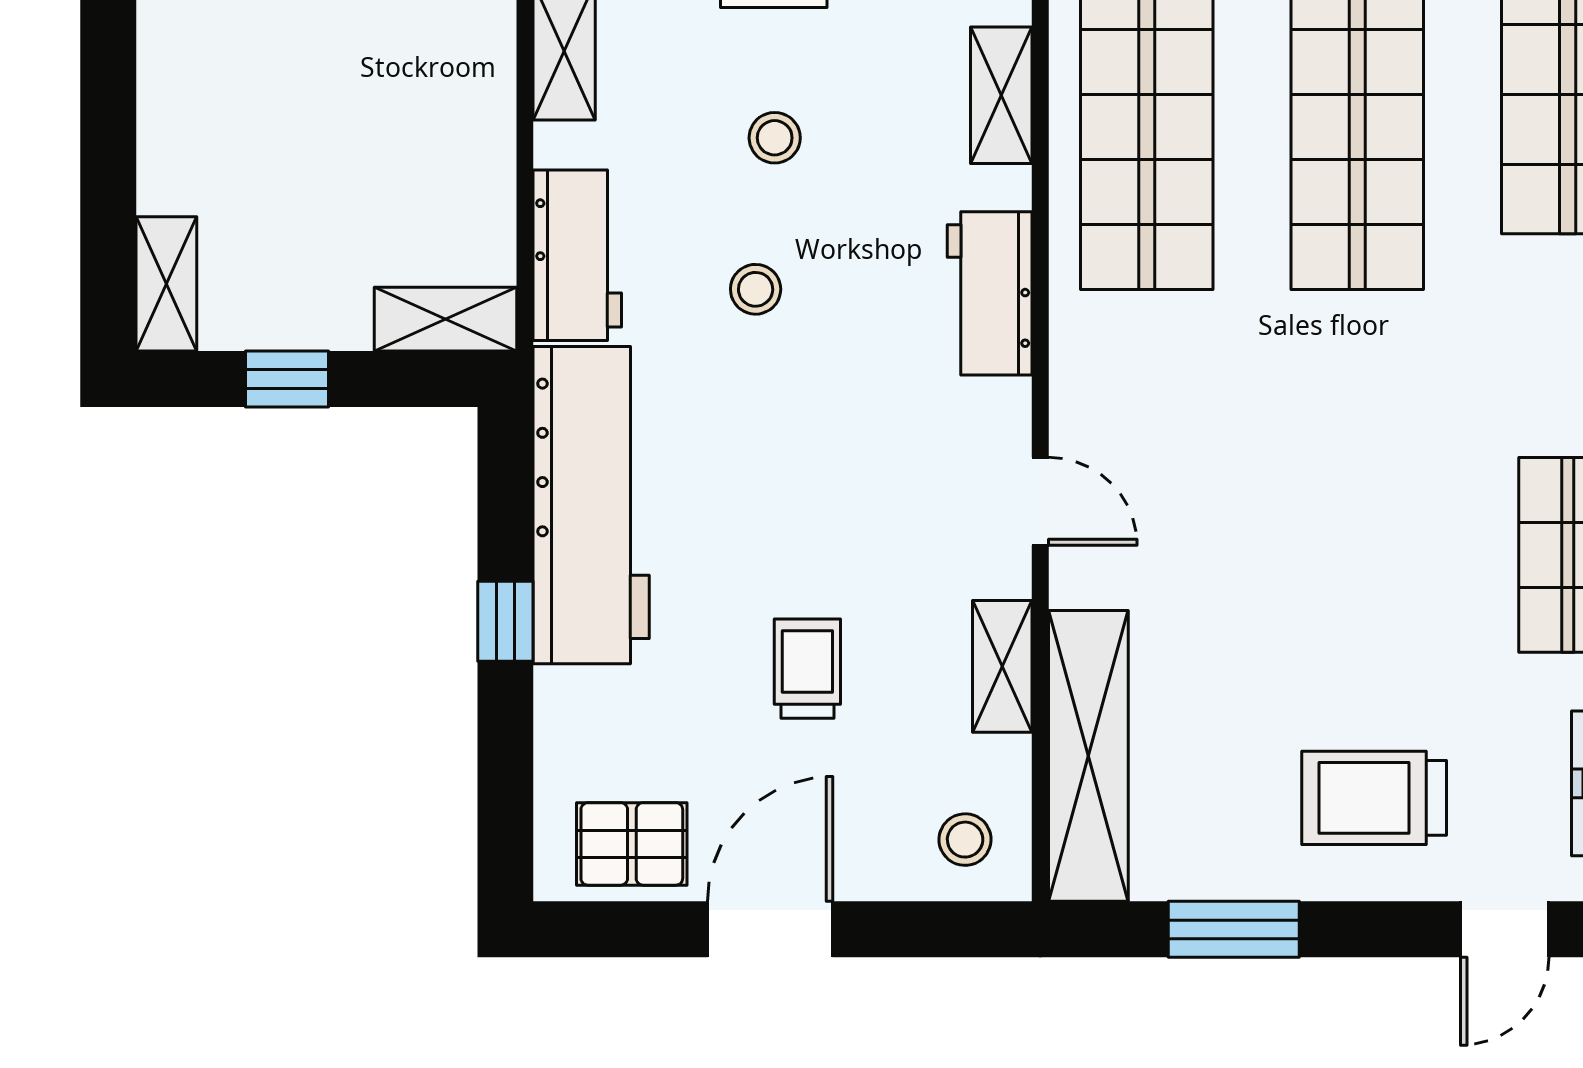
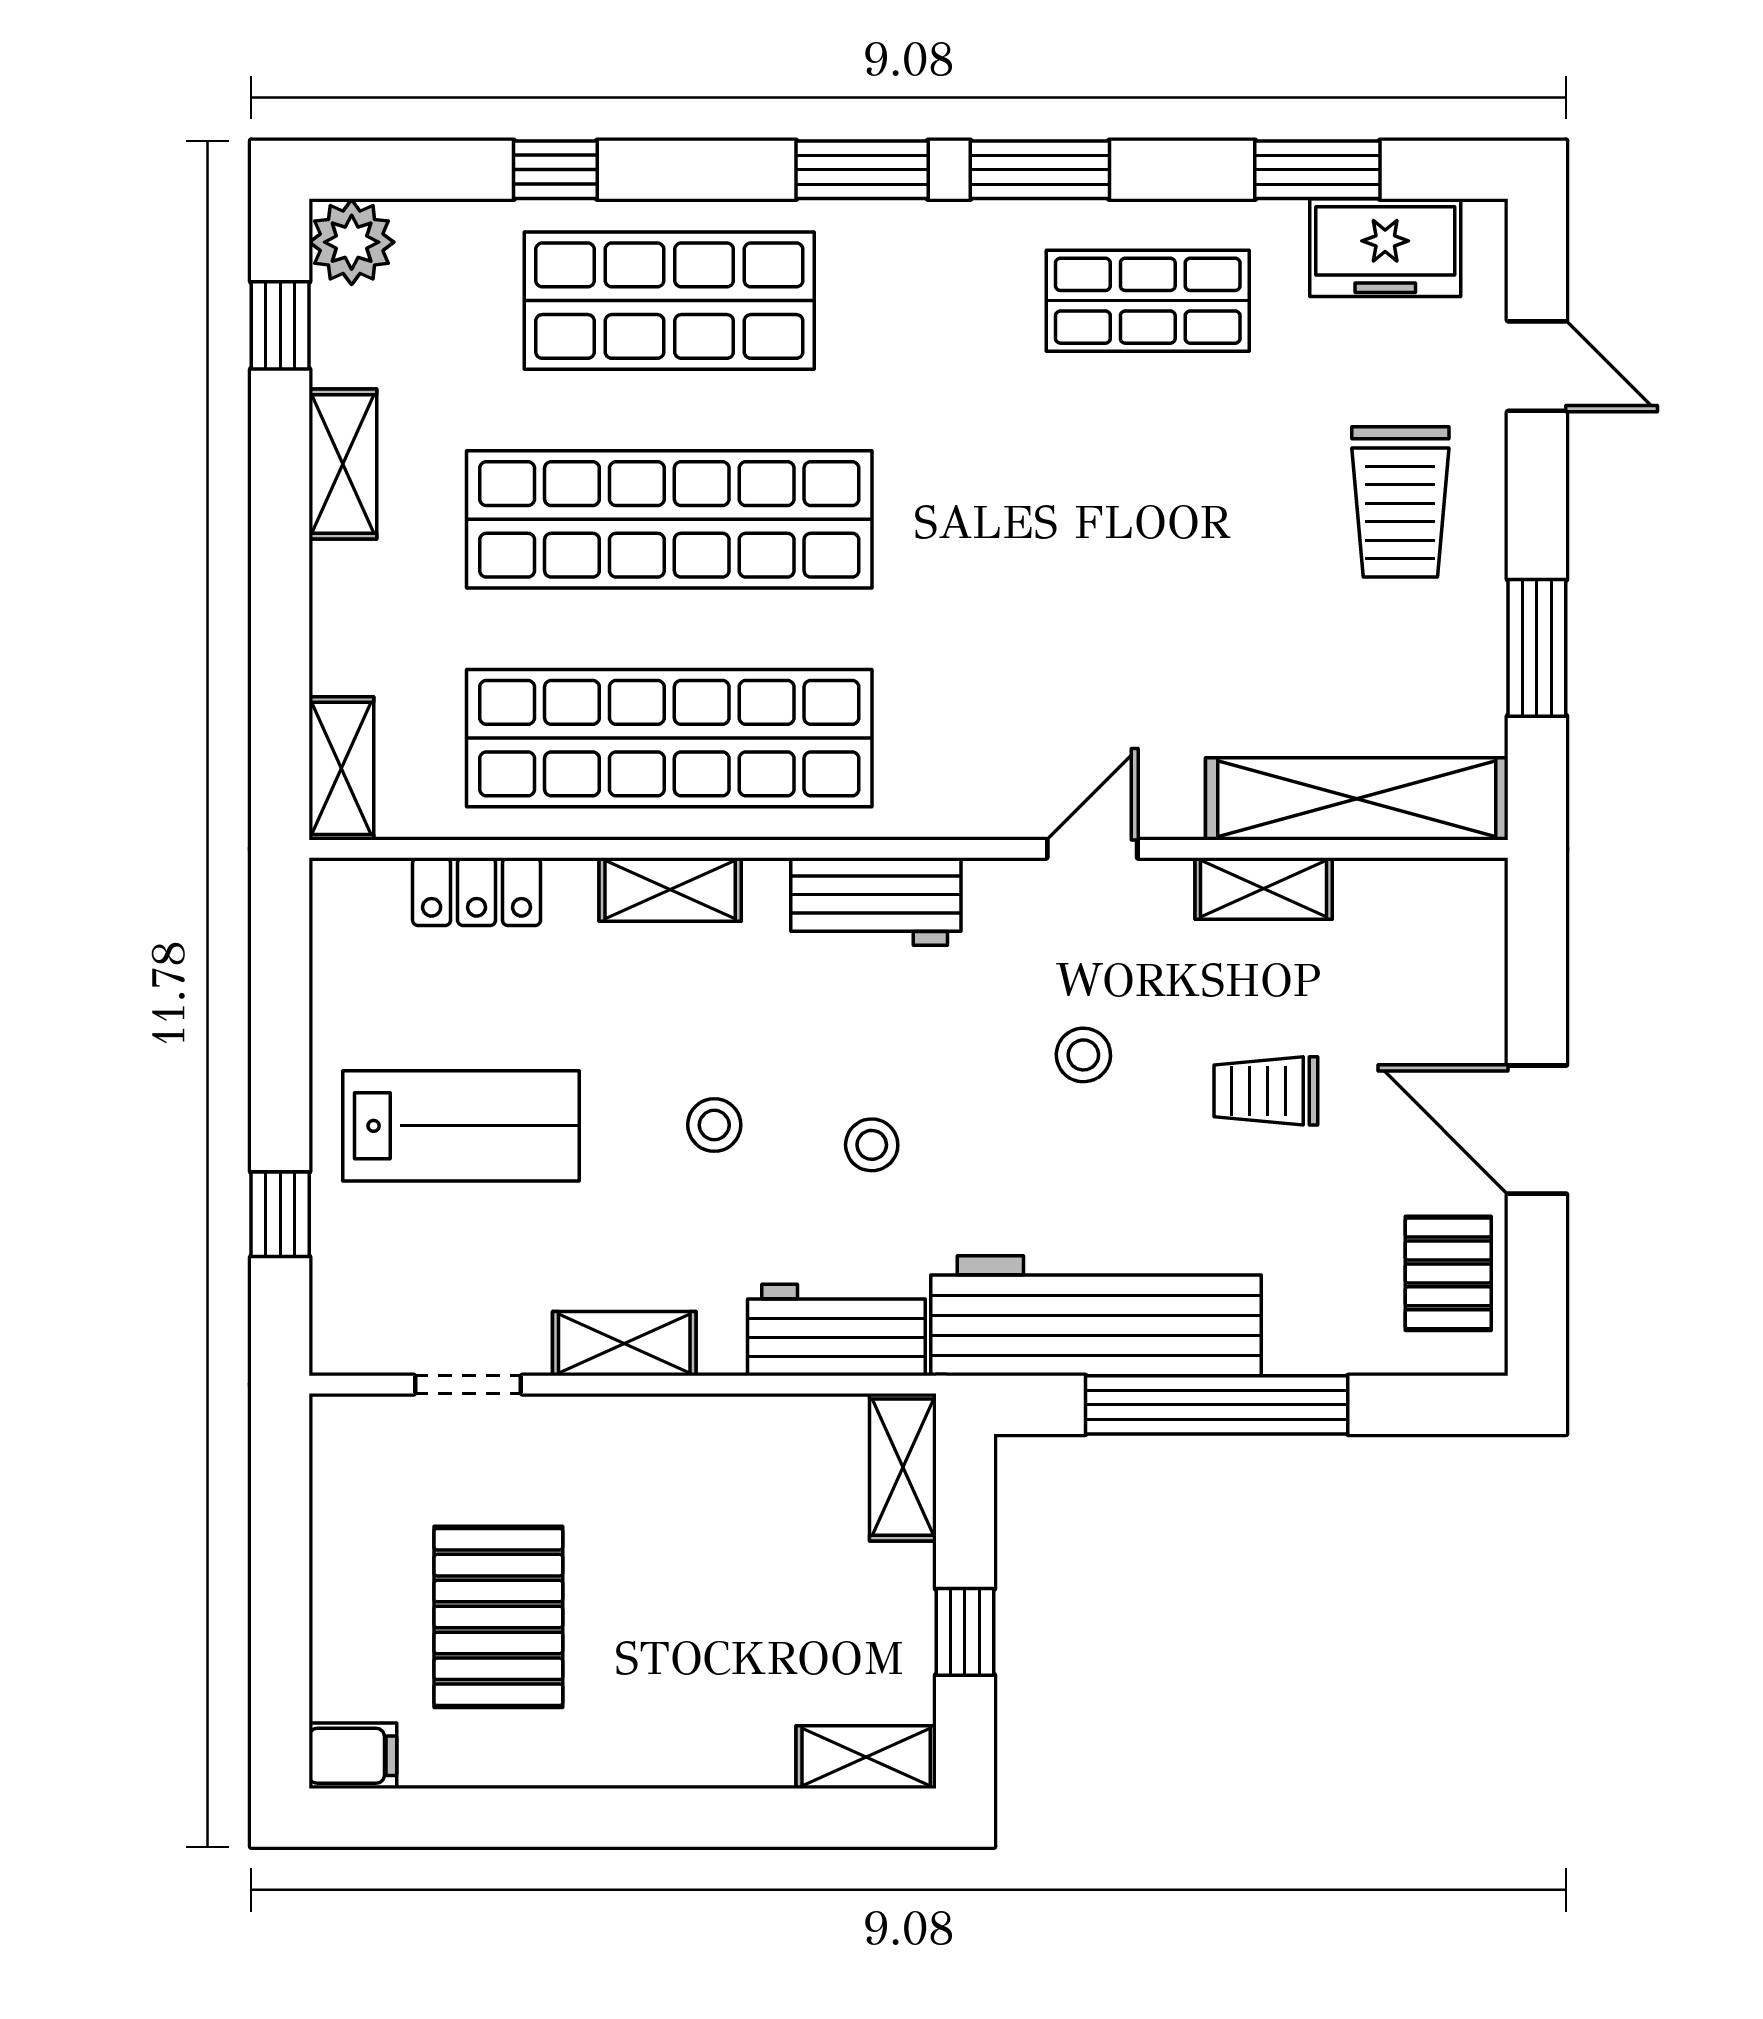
window: (505, 621) -> (1217, 1405), width x3.17
stool: (965, 840) -> (1083, 1055), moved

